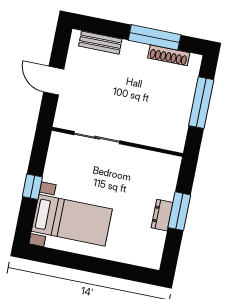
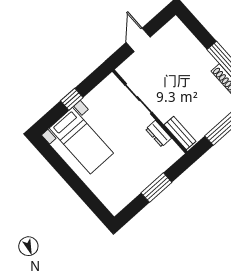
bench: (100, 43) -> (180, 133), moved
dresser: (162, 215) -> (158, 134), moved, turned -90

